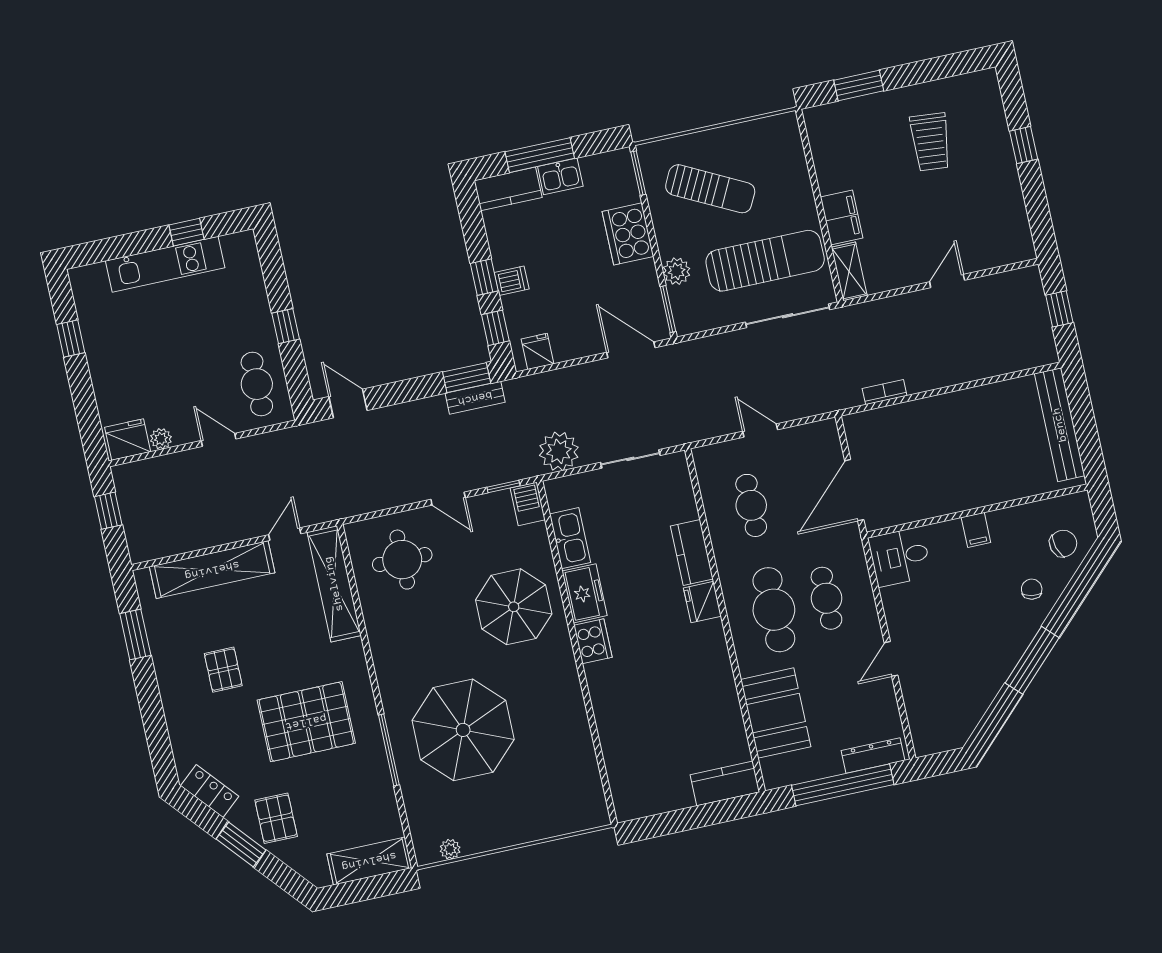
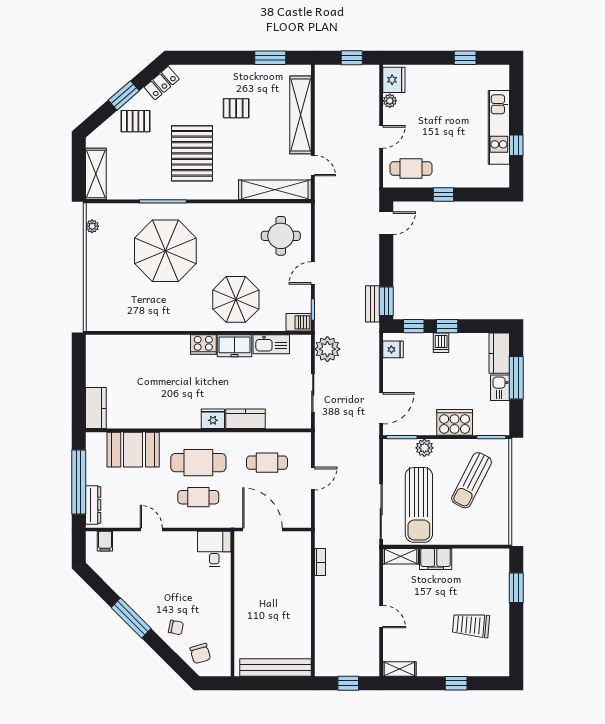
shelving: (1021, 236) -> (399, 669), added
filing cabinet: (976, 530) -> (105, 541), moved, turned -90

